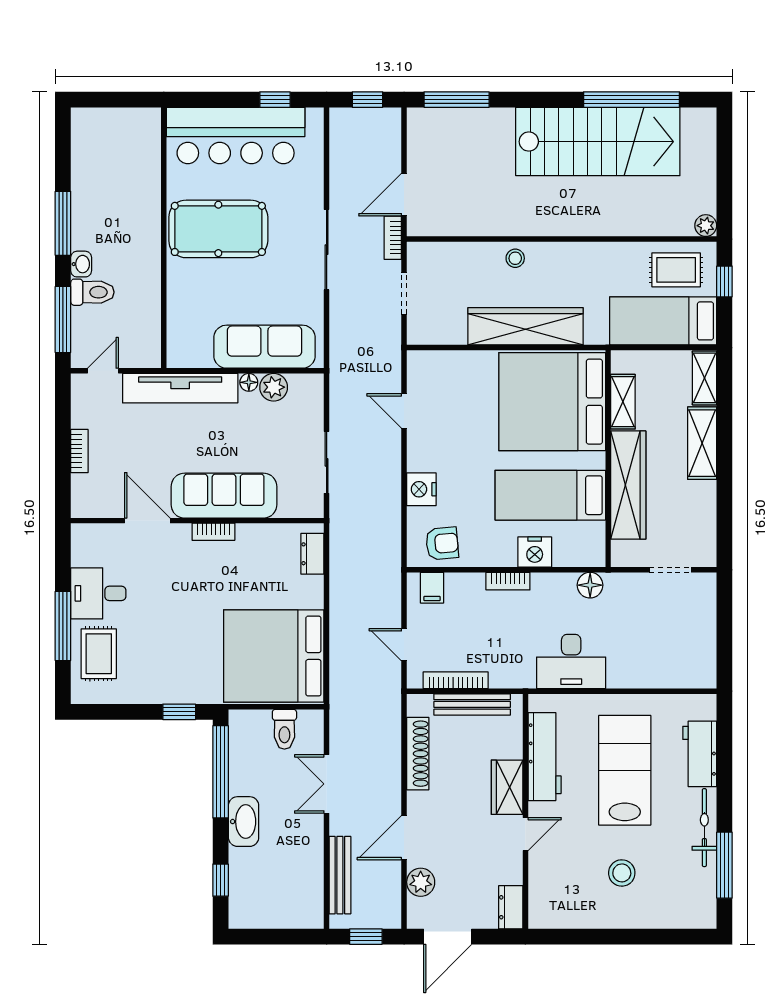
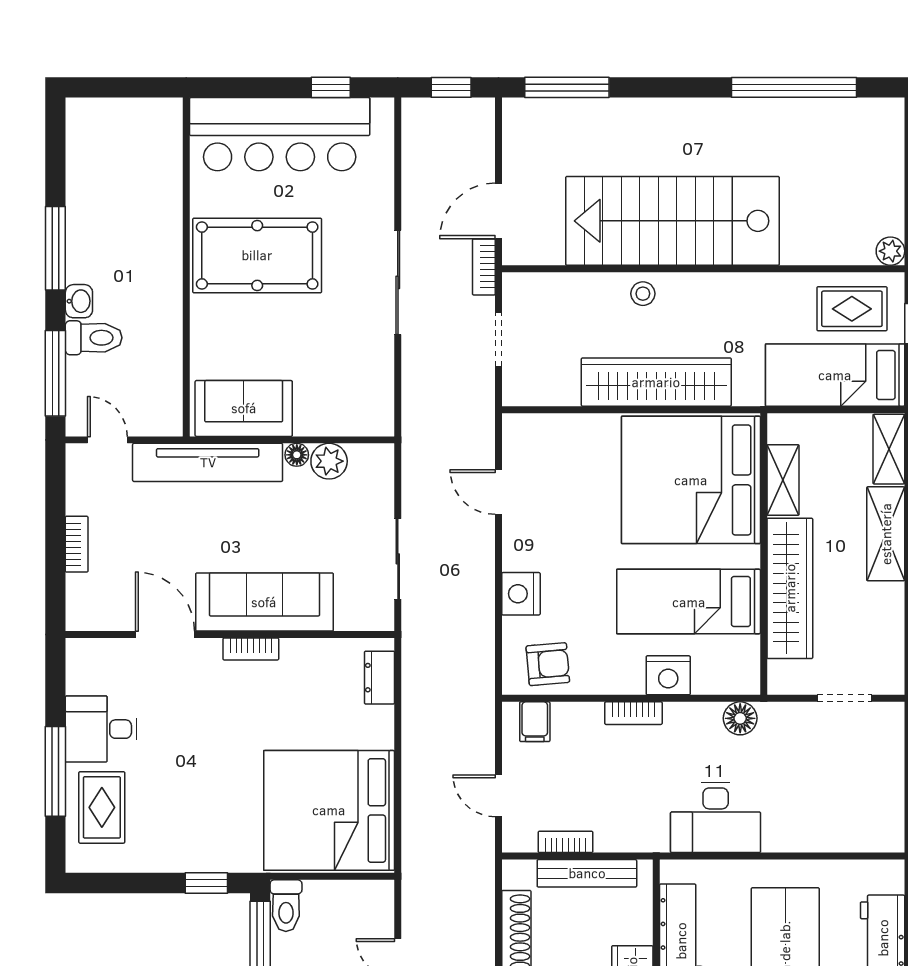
stairs: (598, 142) -> (672, 221), moved, turned 180
sofa: (264, 347) -> (244, 408), moved, width x0.73
door: (103, 371) -> (107, 440), hinge flipped
bookcase: (456, 680) -> (565, 842), width x0.64
toilet: (284, 729) -> (286, 906), moved

